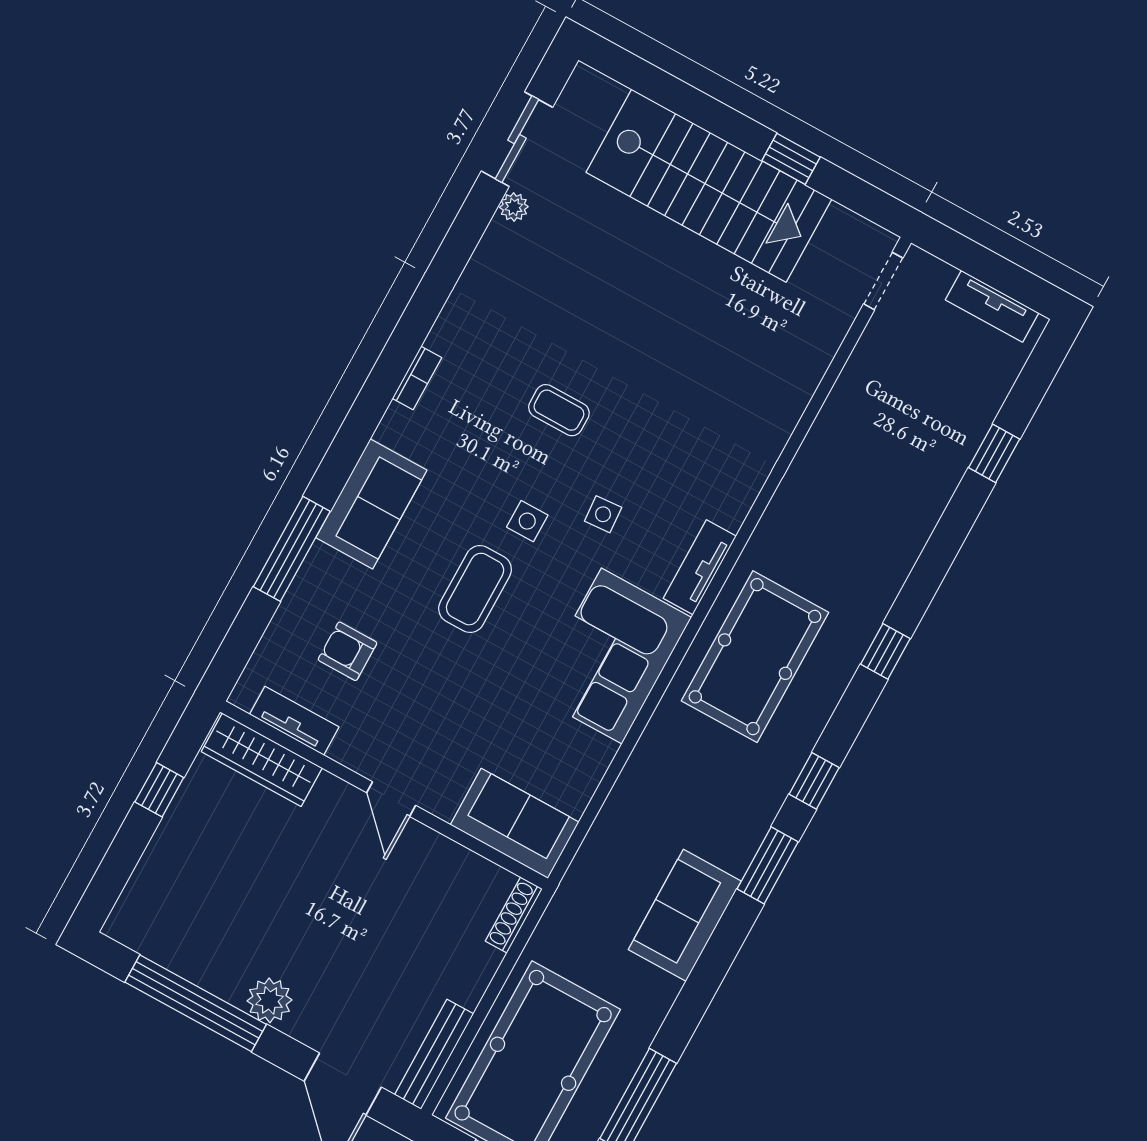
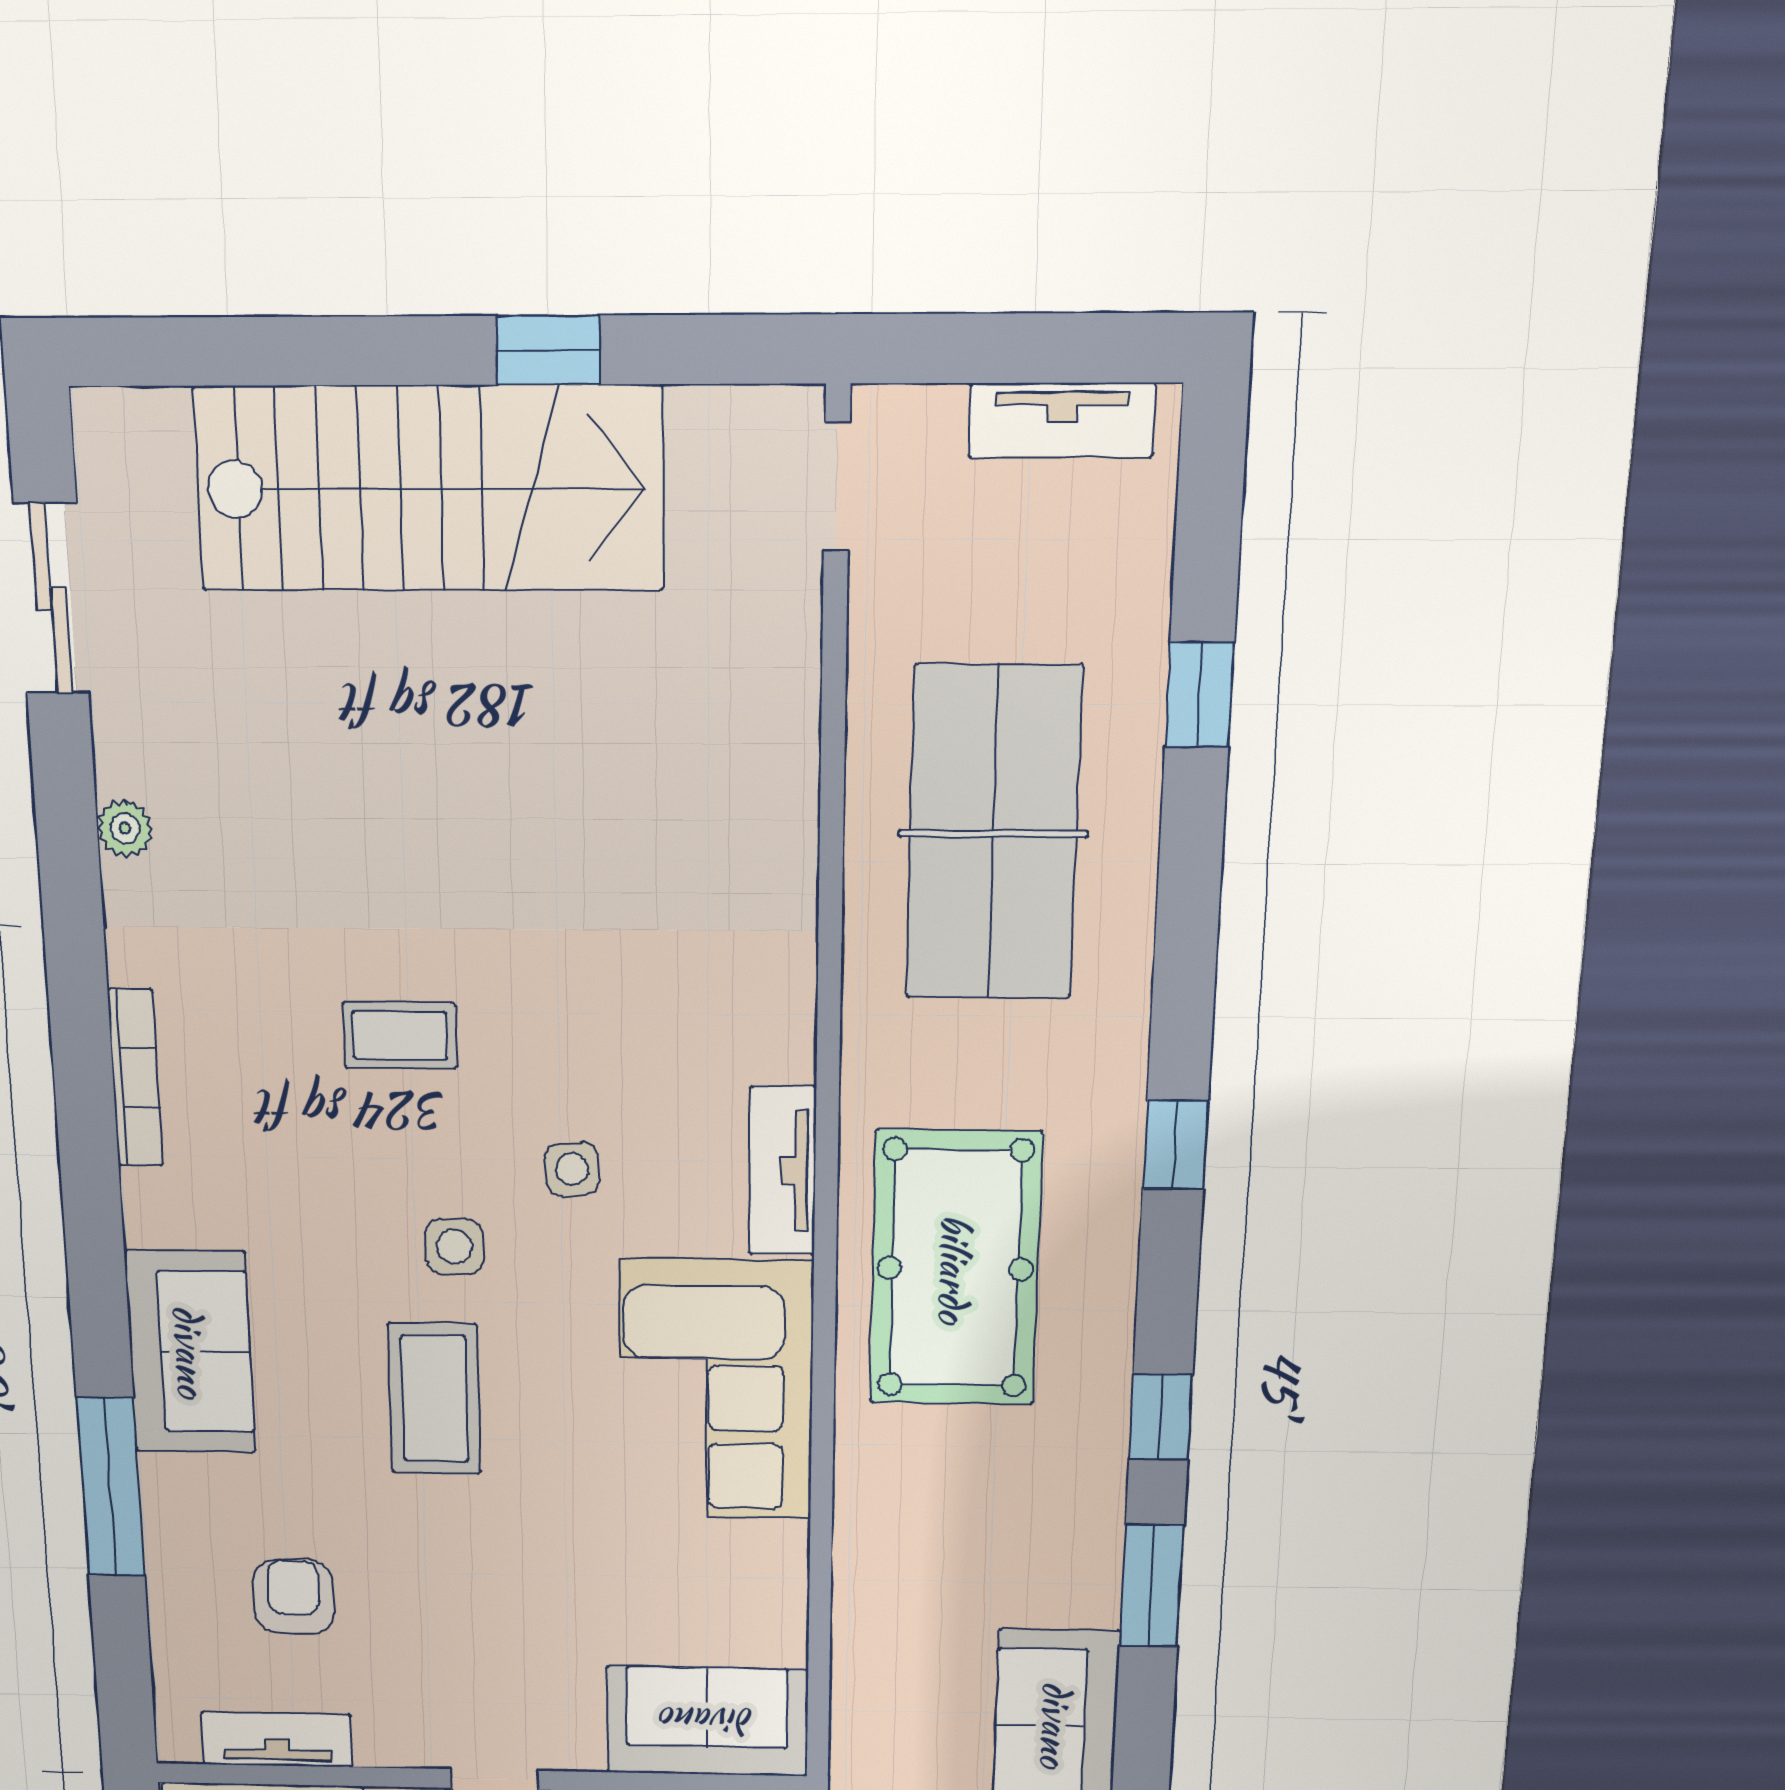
plant: (514, 207) -> (125, 828), moved
bookcase: (417, 378) -> (135, 1078), width x1.56
table tennis table: (875, 465) -> (993, 834), added
armchair: (348, 651) -> (294, 1597), turned 90

